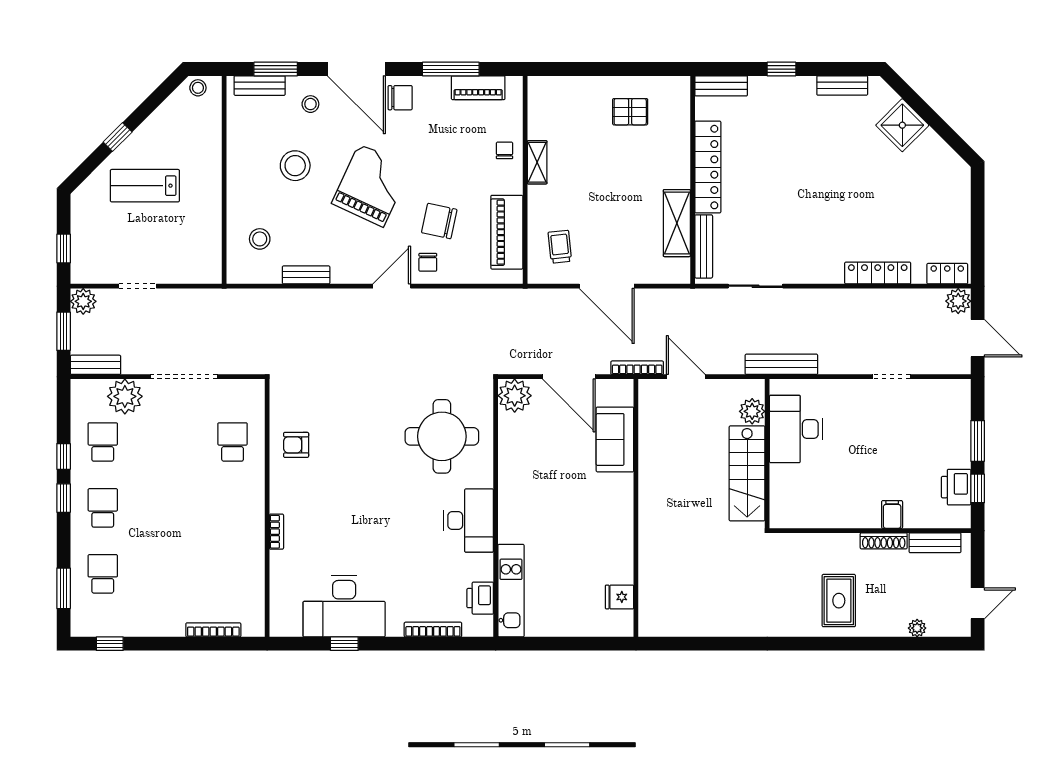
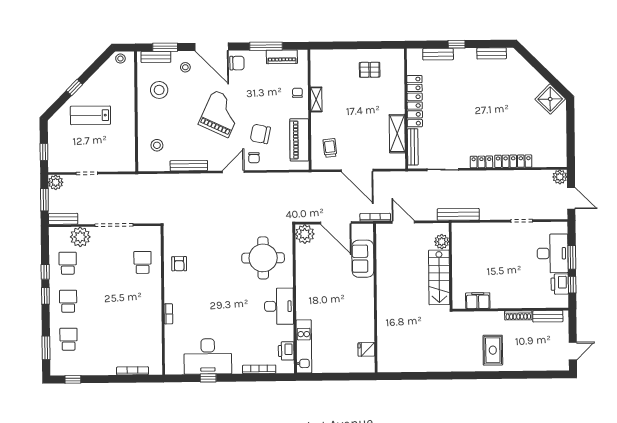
bench: (721, 86) -> (438, 54), moved
shower: (902, 125) -> (550, 99), moved
stool: (295, 166) -> (159, 90), moved
locker: (947, 274) -> (481, 162), moved
bench: (306, 275) -> (189, 166), width x1.36
desk: (796, 429) -> (553, 253), moved, turned 180
armchair: (296, 445) -> (179, 264), turned -90
filing cabinet: (892, 514) -> (478, 301), moved, width x2.00
plant: (917, 628) -> (538, 366), removed

